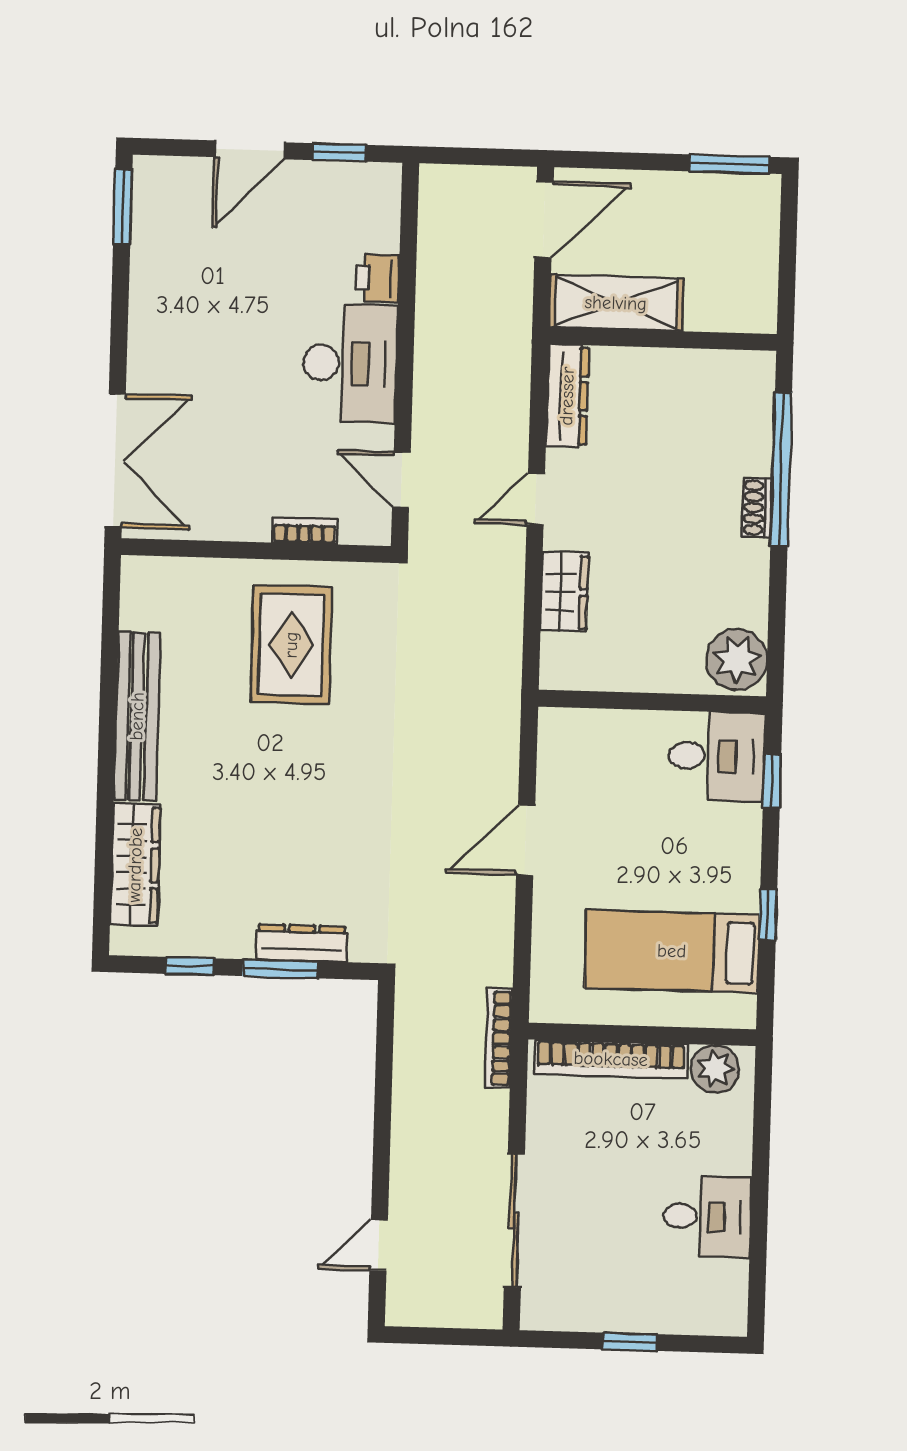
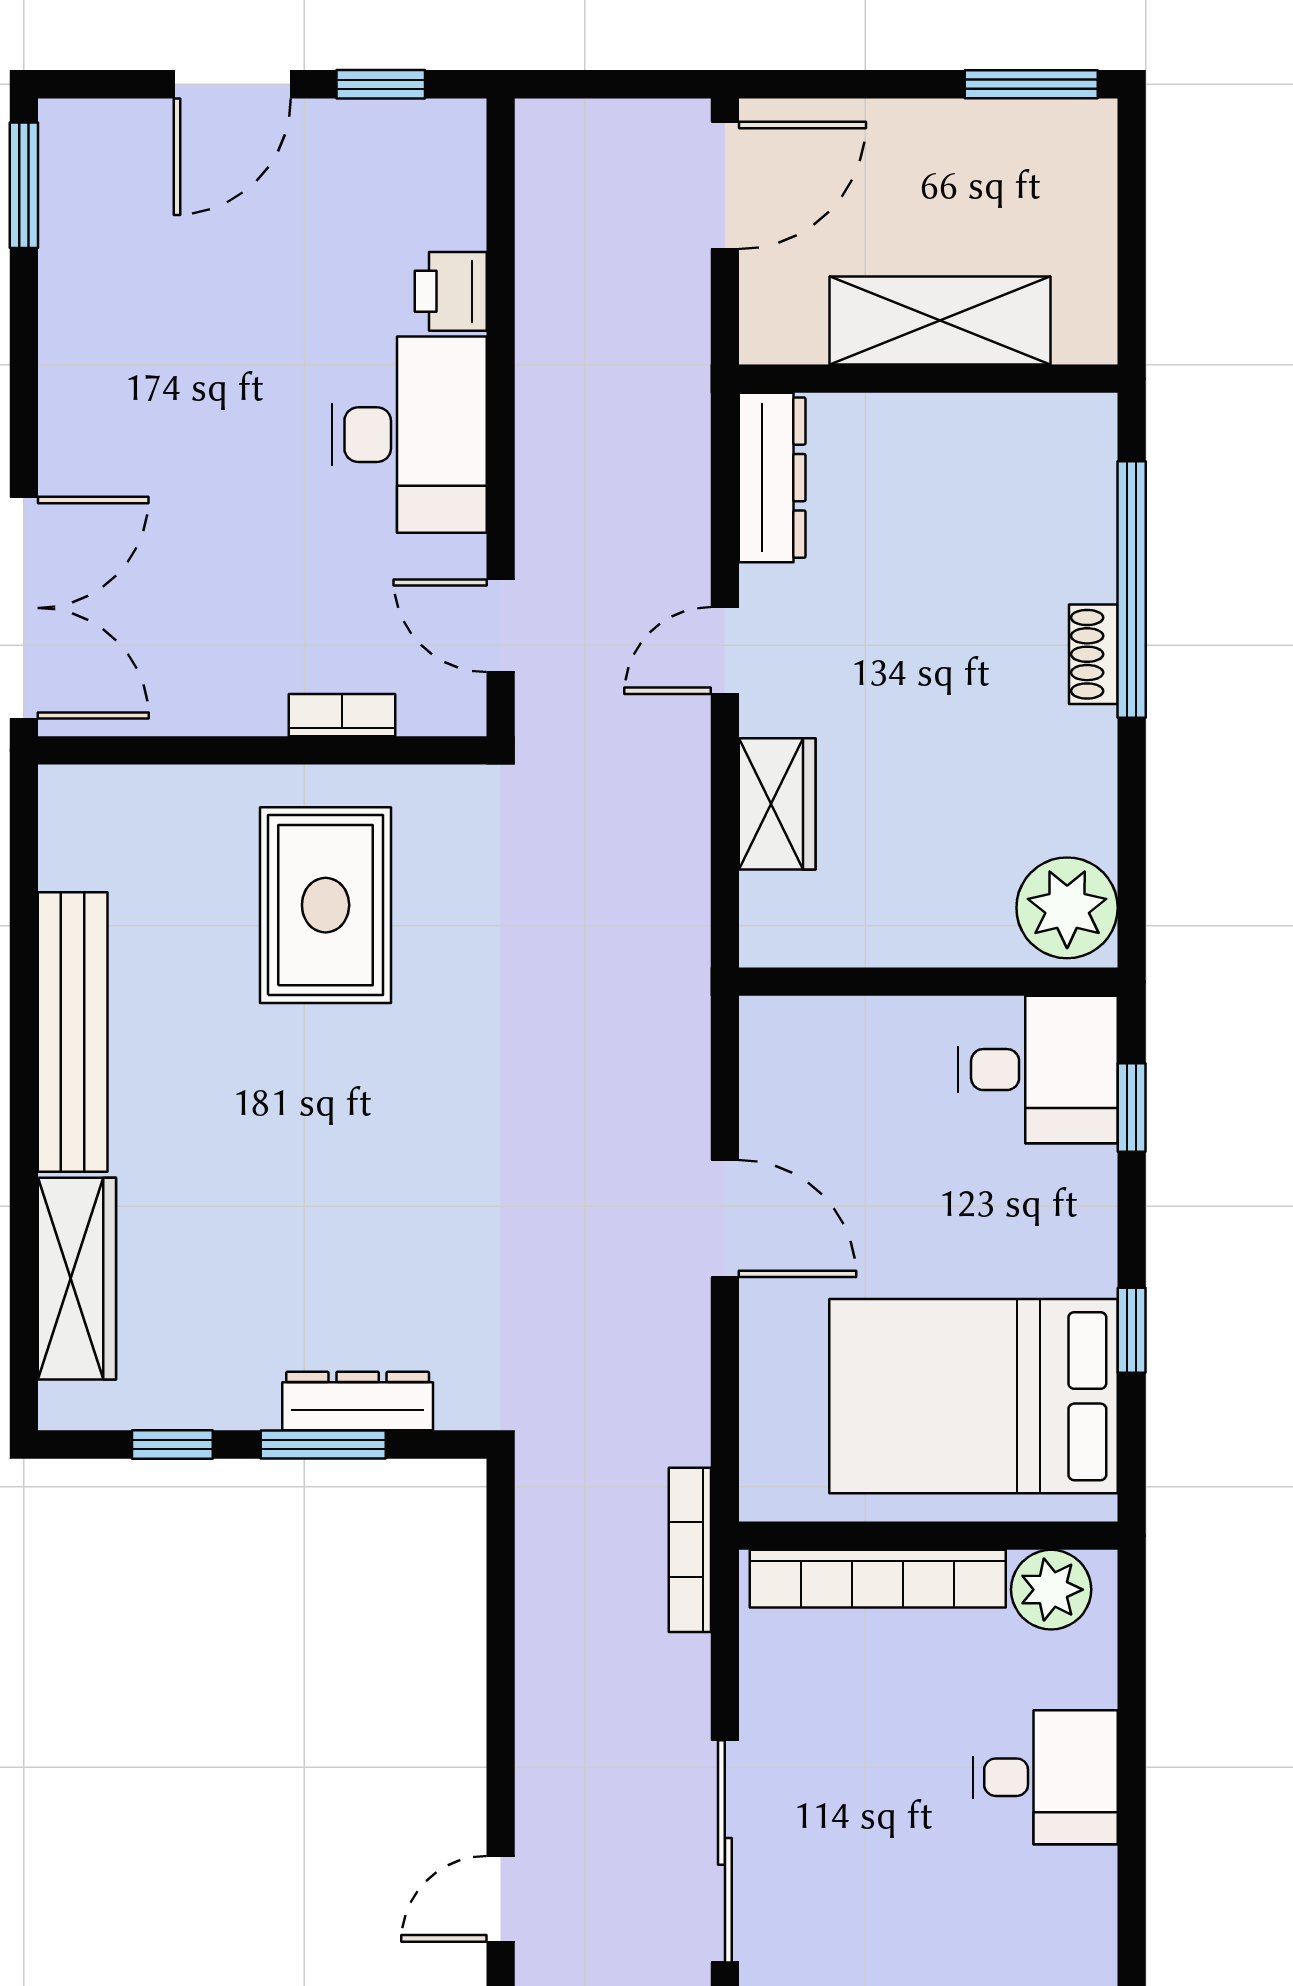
shelving: (616, 303) -> (940, 321), moved
door: (526, 840) -> (725, 1218), swing flipped
bed: (672, 951) -> (974, 1396), width x1.50
desk: (707, 1216) -> (1045, 1777), moved

